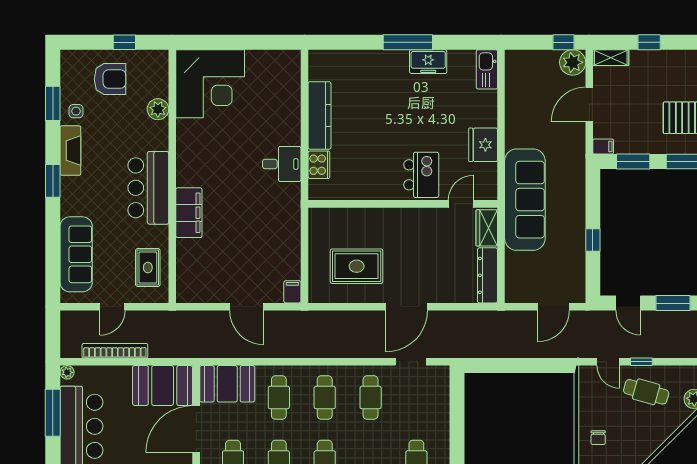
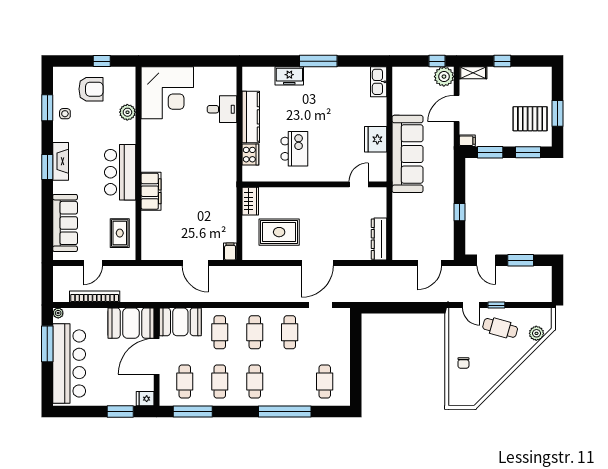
freezer: (428, 62) -> (289, 76), moved
fireplace: (70, 151) -> (61, 161), moved
desk: (282, 164) -> (222, 109), moved
kitchen island: (421, 175) -> (294, 149), moved
sofa: (525, 200) -> (408, 154), moved
wardrobe: (487, 228) -> (250, 201), moved, turned 180

